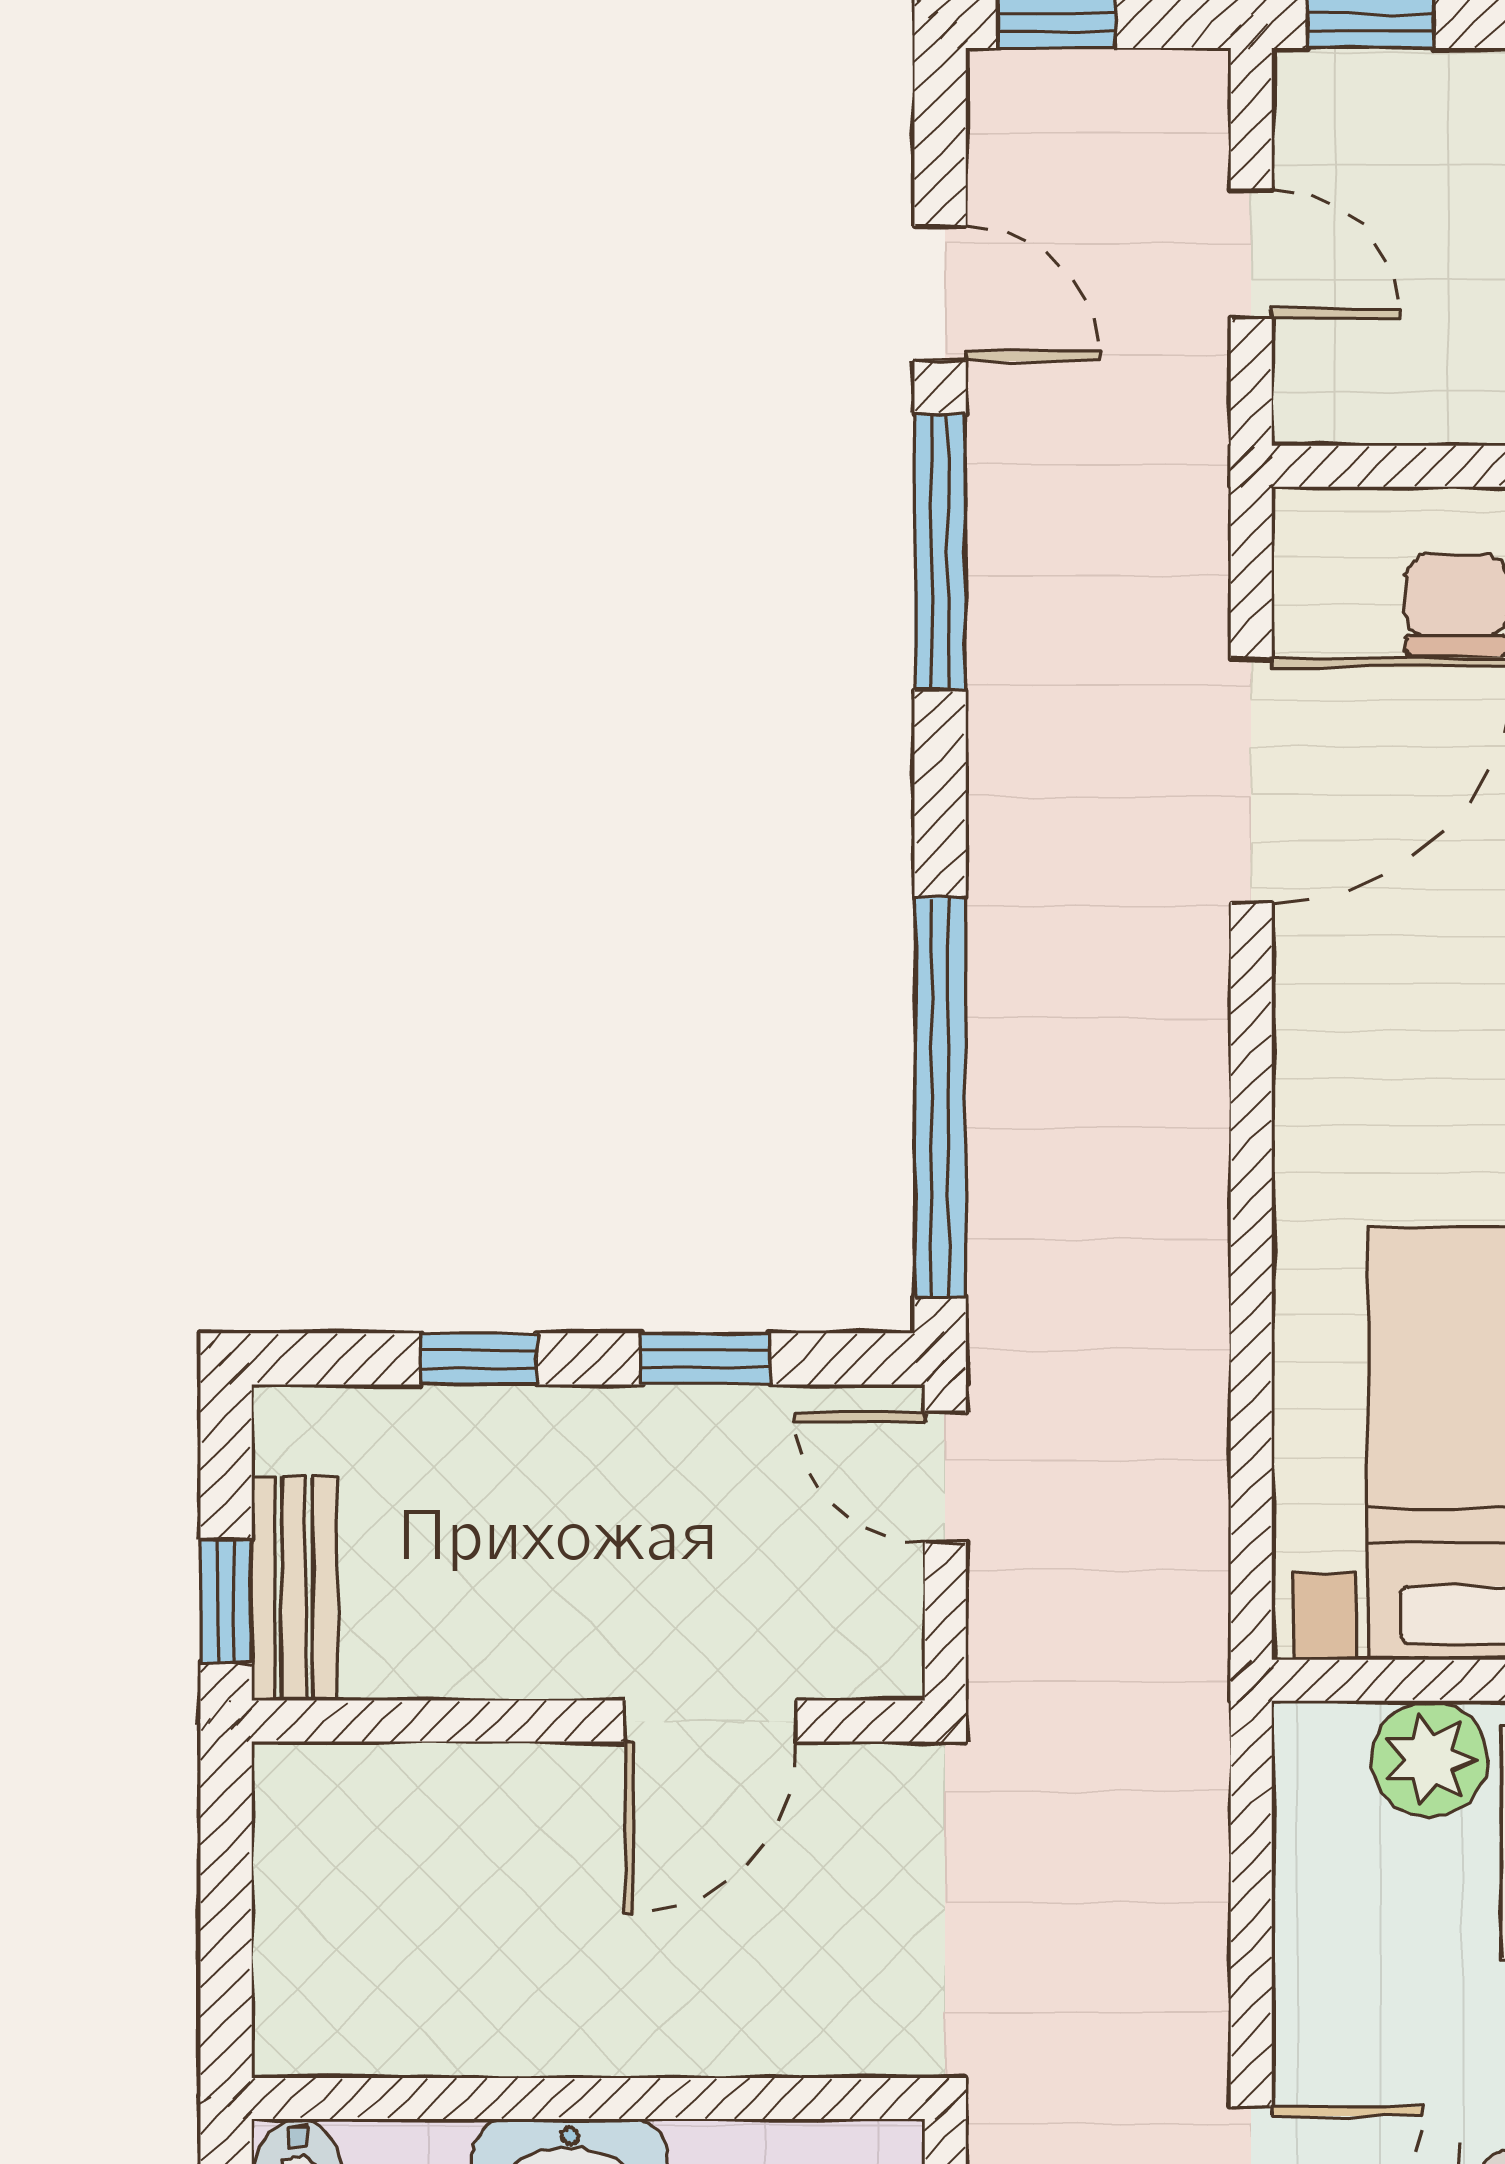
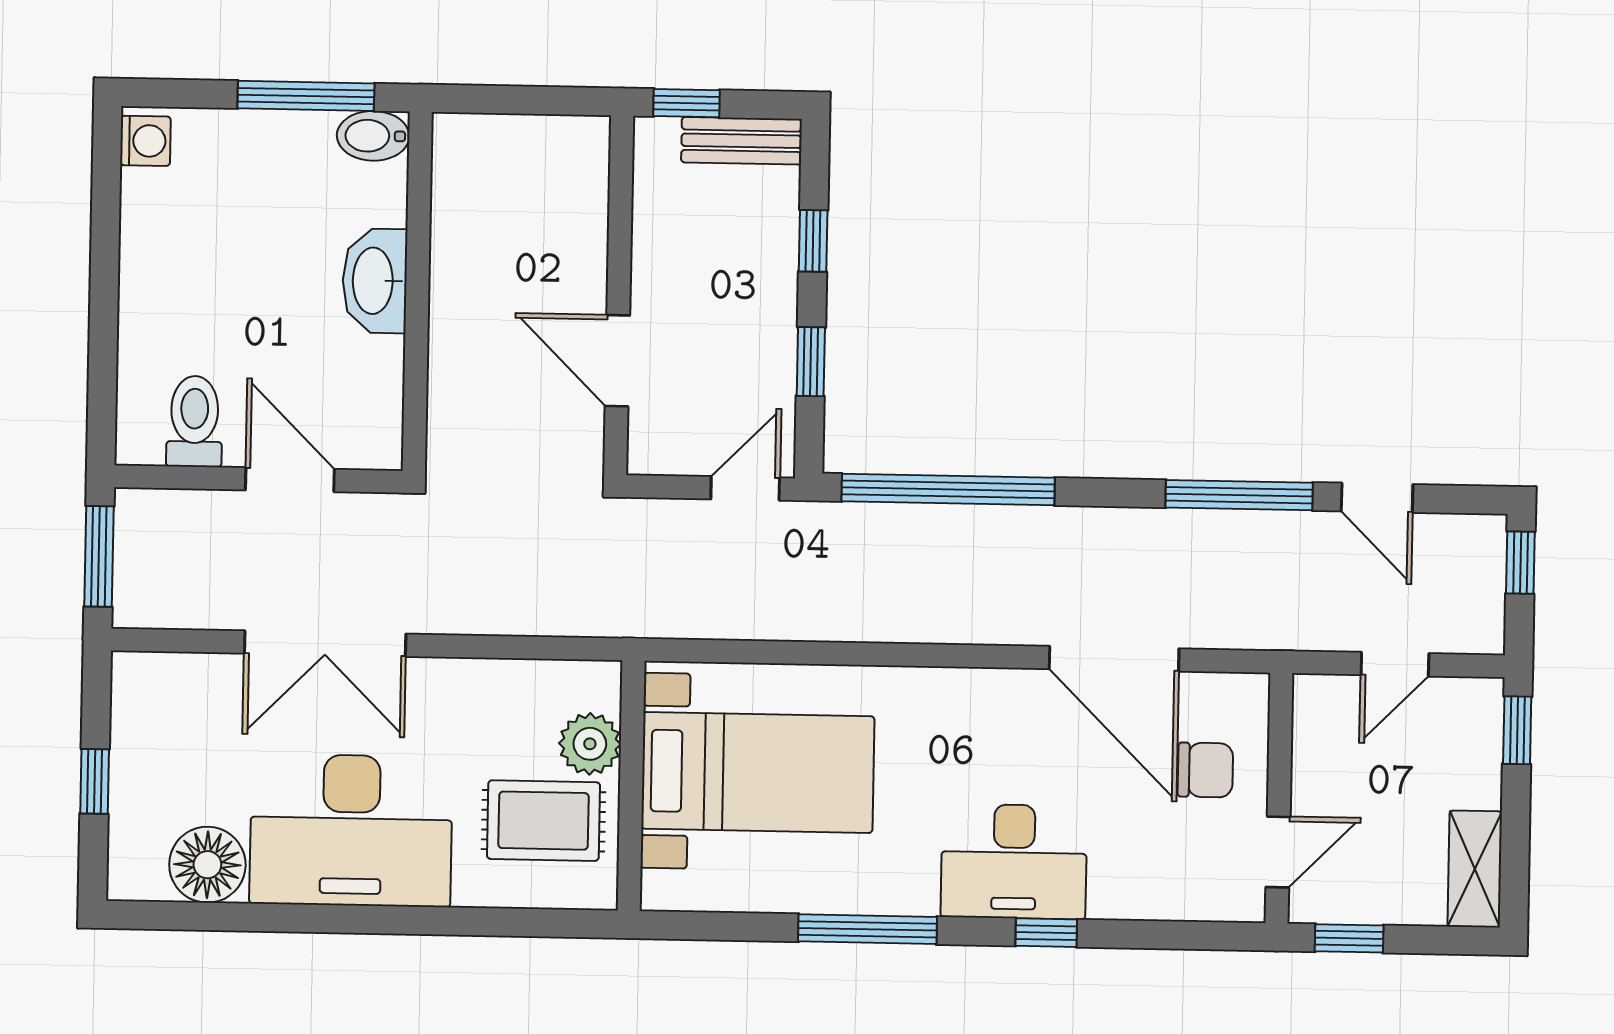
door: (940, 293) -> (1377, 498), hinge flipped
bench: (294, 1588) -> (741, 141), moved

